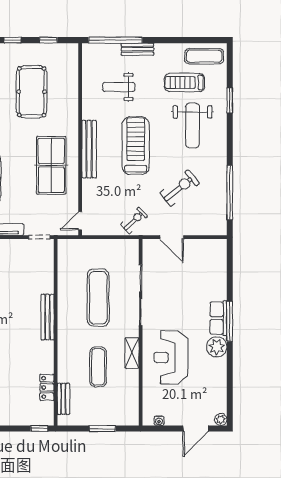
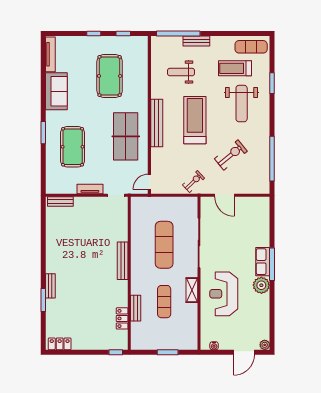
bench: (63, 399) -> (136, 308), moved

